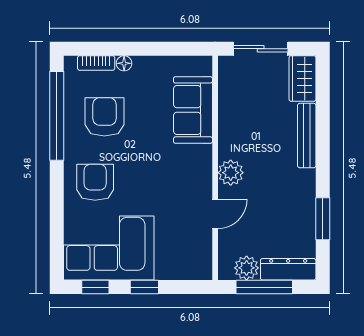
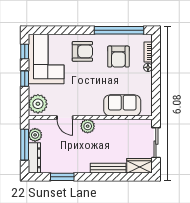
armchair: (104, 117) -> (118, 57), turned 90
plant: (190, 263) -> (38, 104), added

